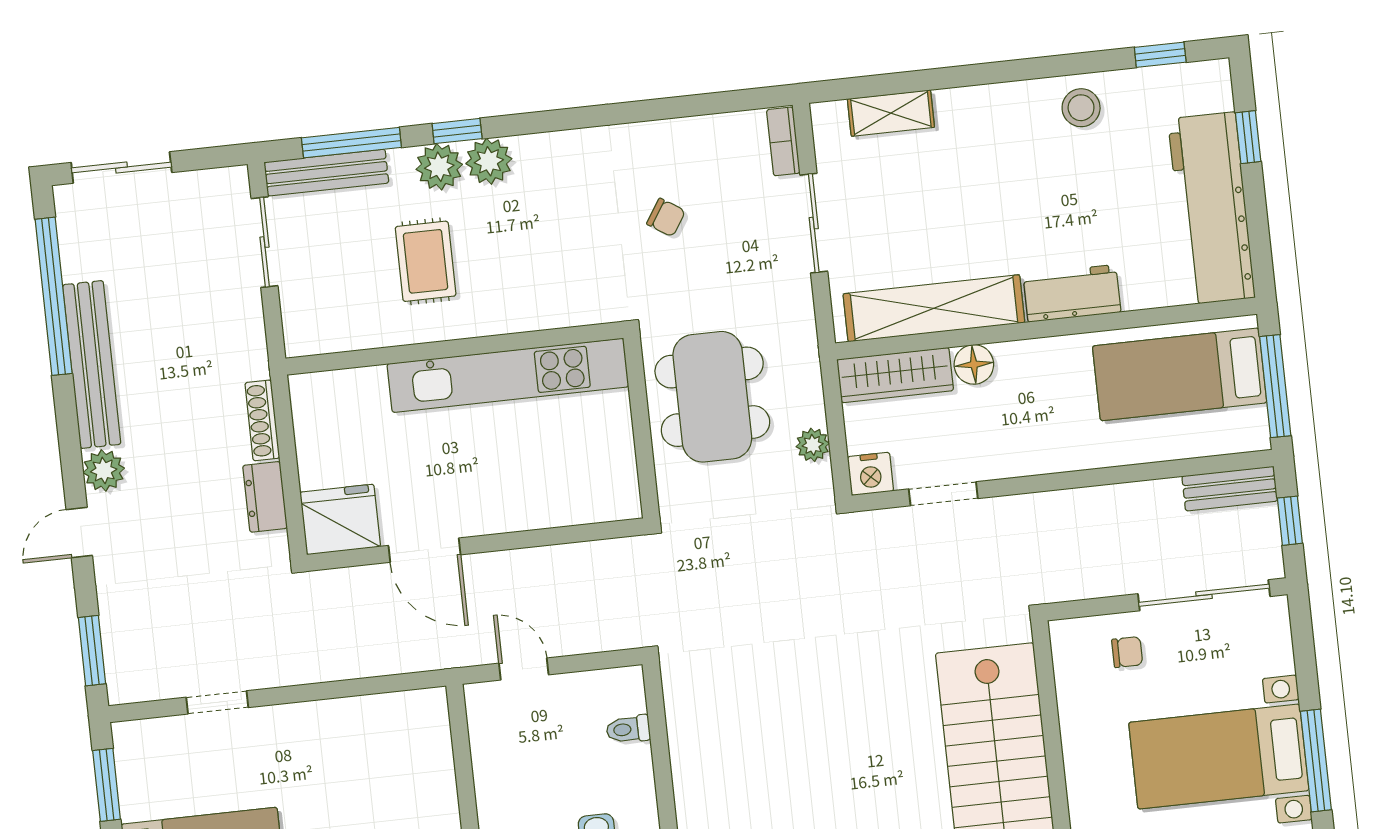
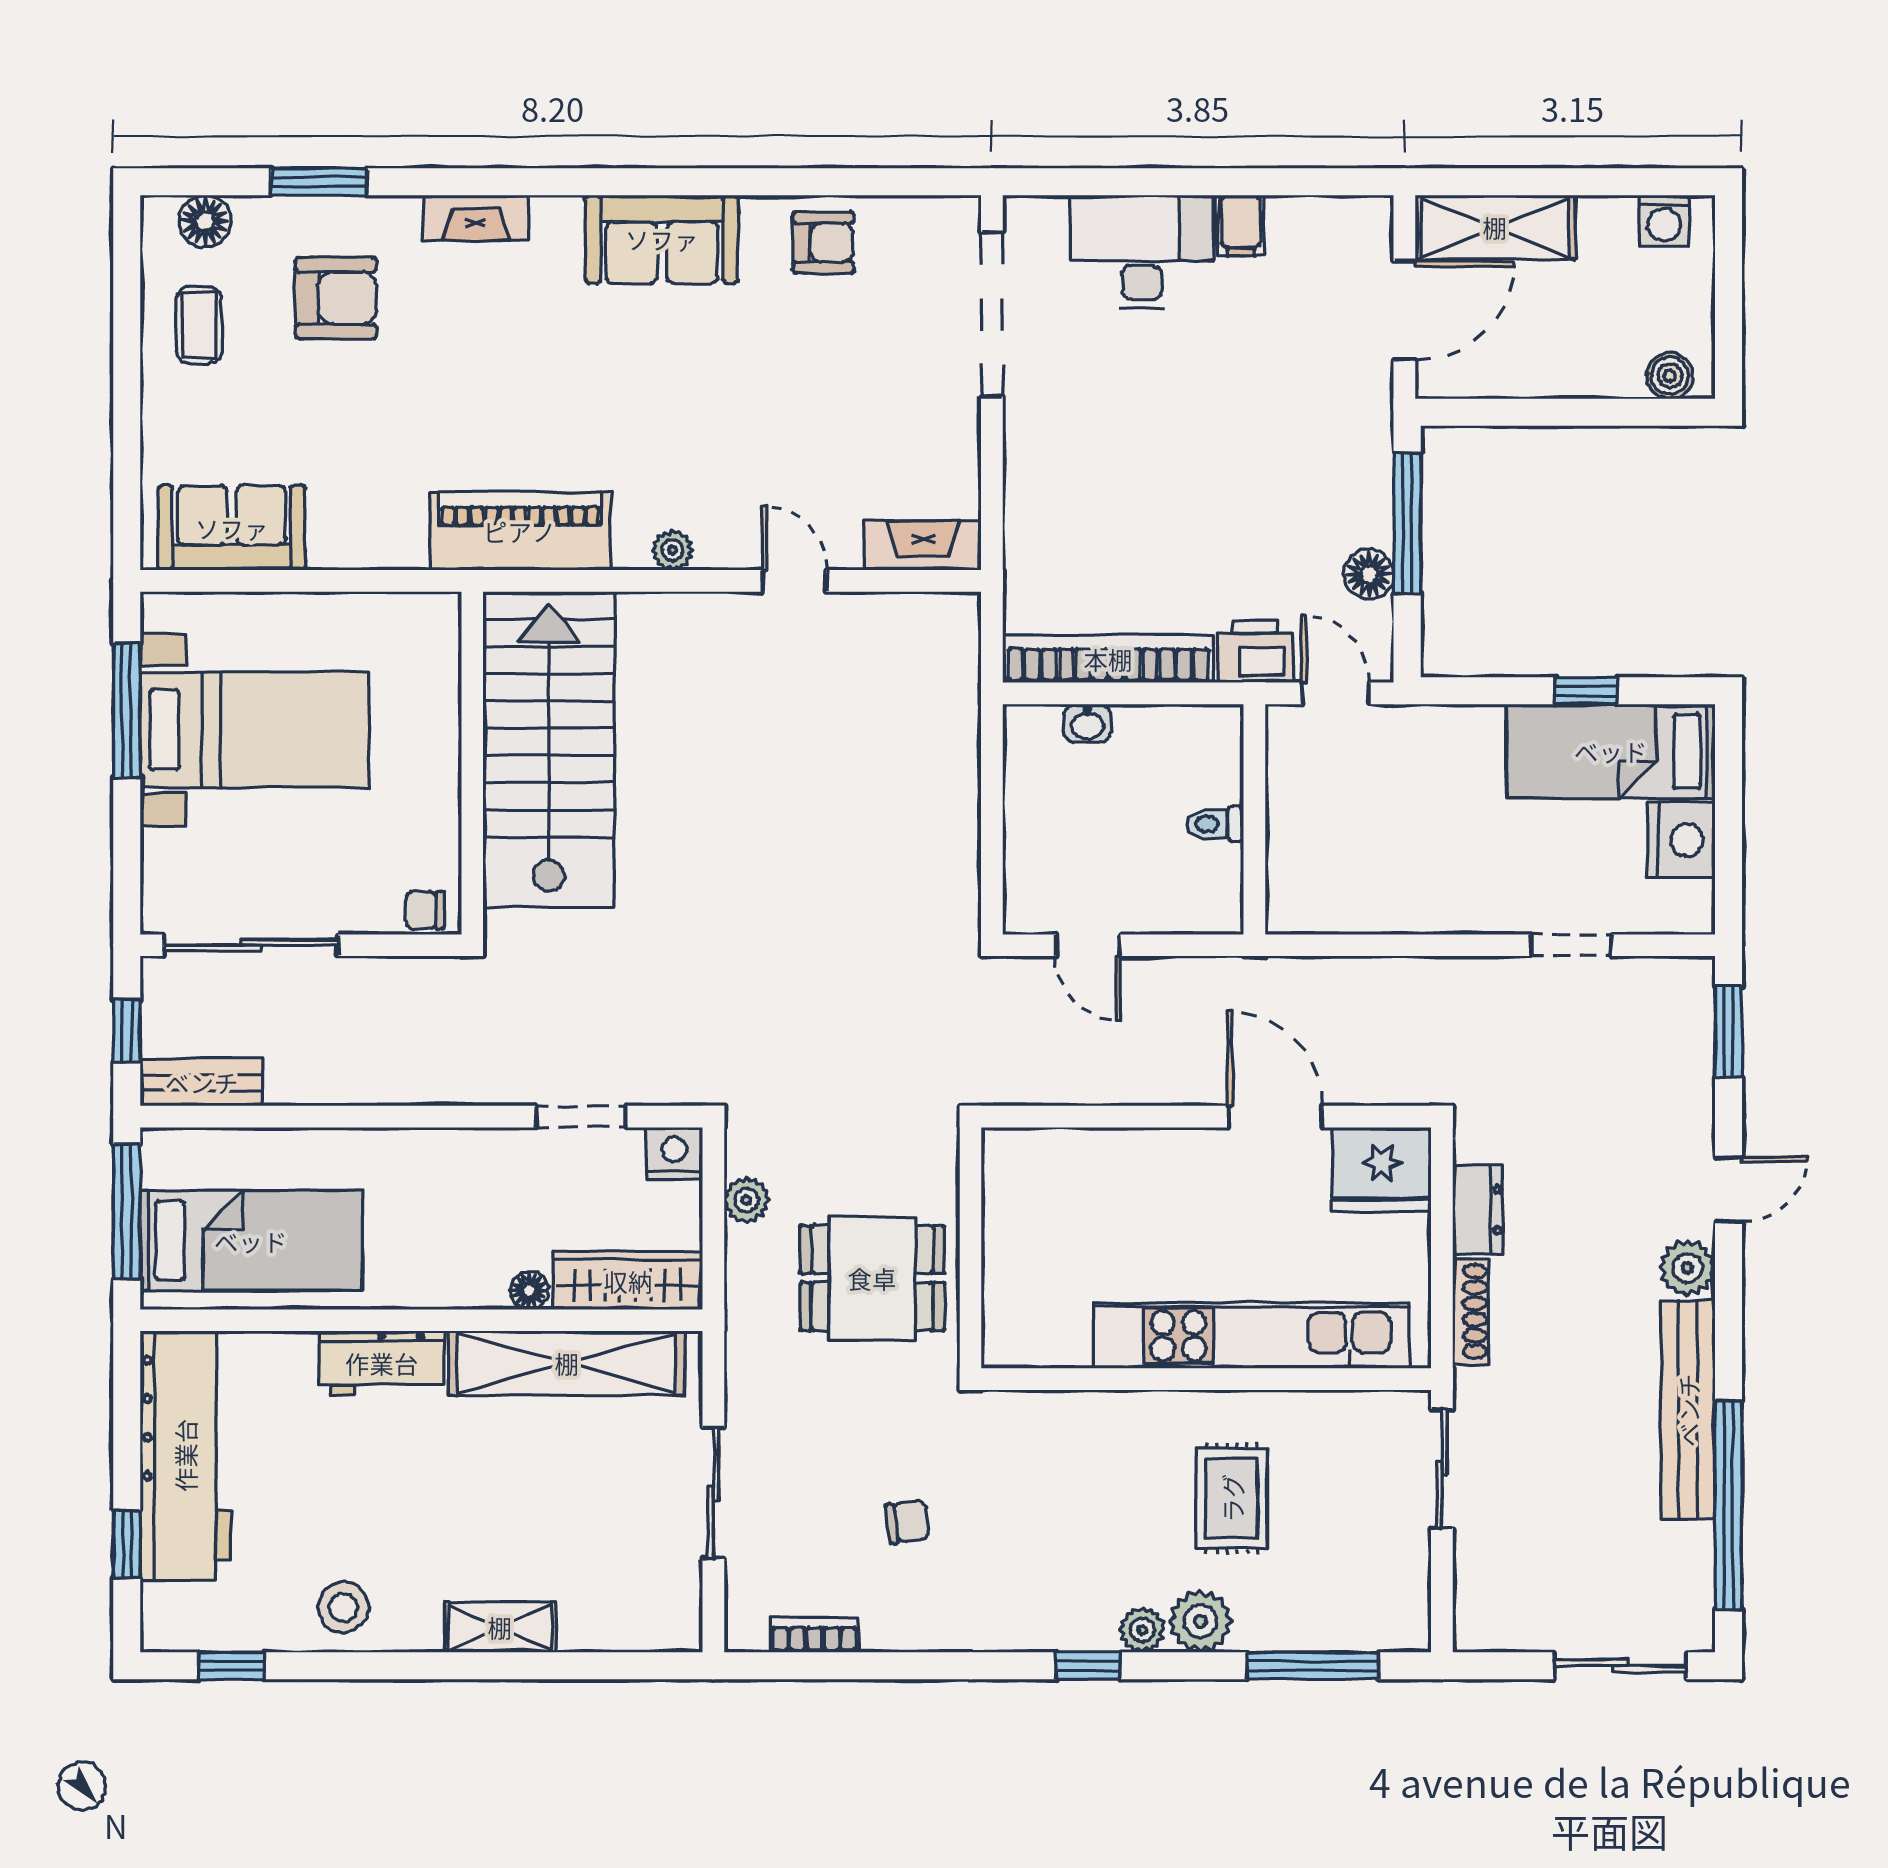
shelving: (891, 113) -> (500, 1627), moved
window: (457, 131) -> (1088, 1666), moved
bookcase: (783, 141) -> (814, 1635), moved, turned -90
plant: (489, 161) -> (1142, 1630), width x0.73, depth x0.73
bench: (326, 173) -> (1350, 1630), removed
chair: (666, 217) -> (908, 1522), turned 139
sliding door: (264, 242) -> (1442, 1468), moved
floor lamp: (974, 364) -> (529, 1290), width x0.73, depth x0.73
kitchen unit: (508, 375) -> (1251, 1336), moved
dining table: (712, 397) -> (872, 1278), width x0.73
chair: (1127, 652) -> (425, 910), moved
door: (524, 669) -> (1088, 945), moved
toilet: (628, 729) -> (1215, 824), moved, turned 180
window: (107, 785) -> (1729, 852), removed
nightstand: (143, 790) -> (1681, 840), added

